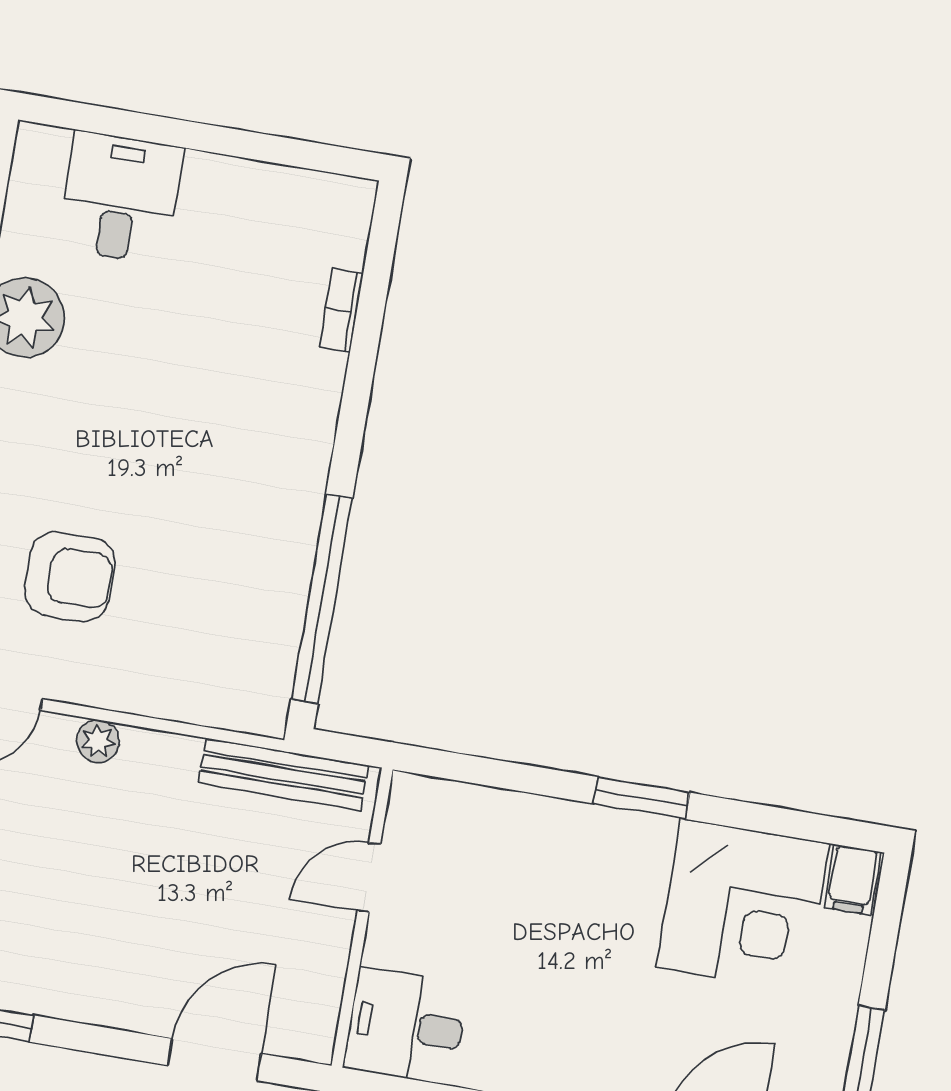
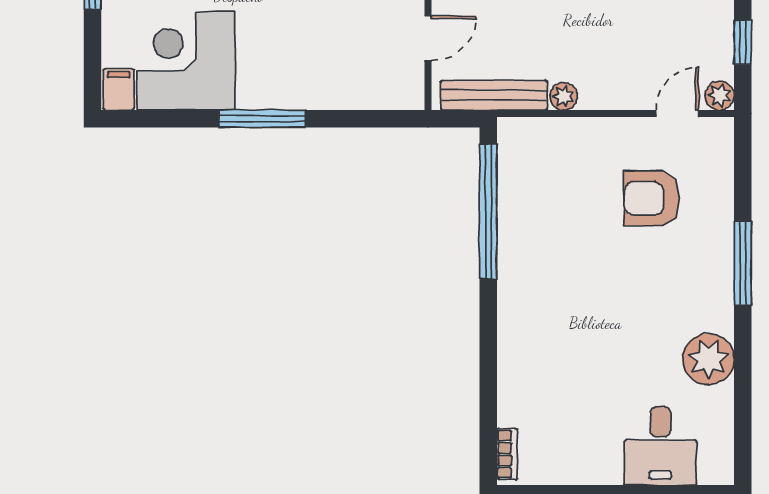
bookcase: (341, 310) -> (507, 454), moved
plant: (98, 741) -> (564, 96), moved
window: (641, 798) -> (262, 119), width x1.44

